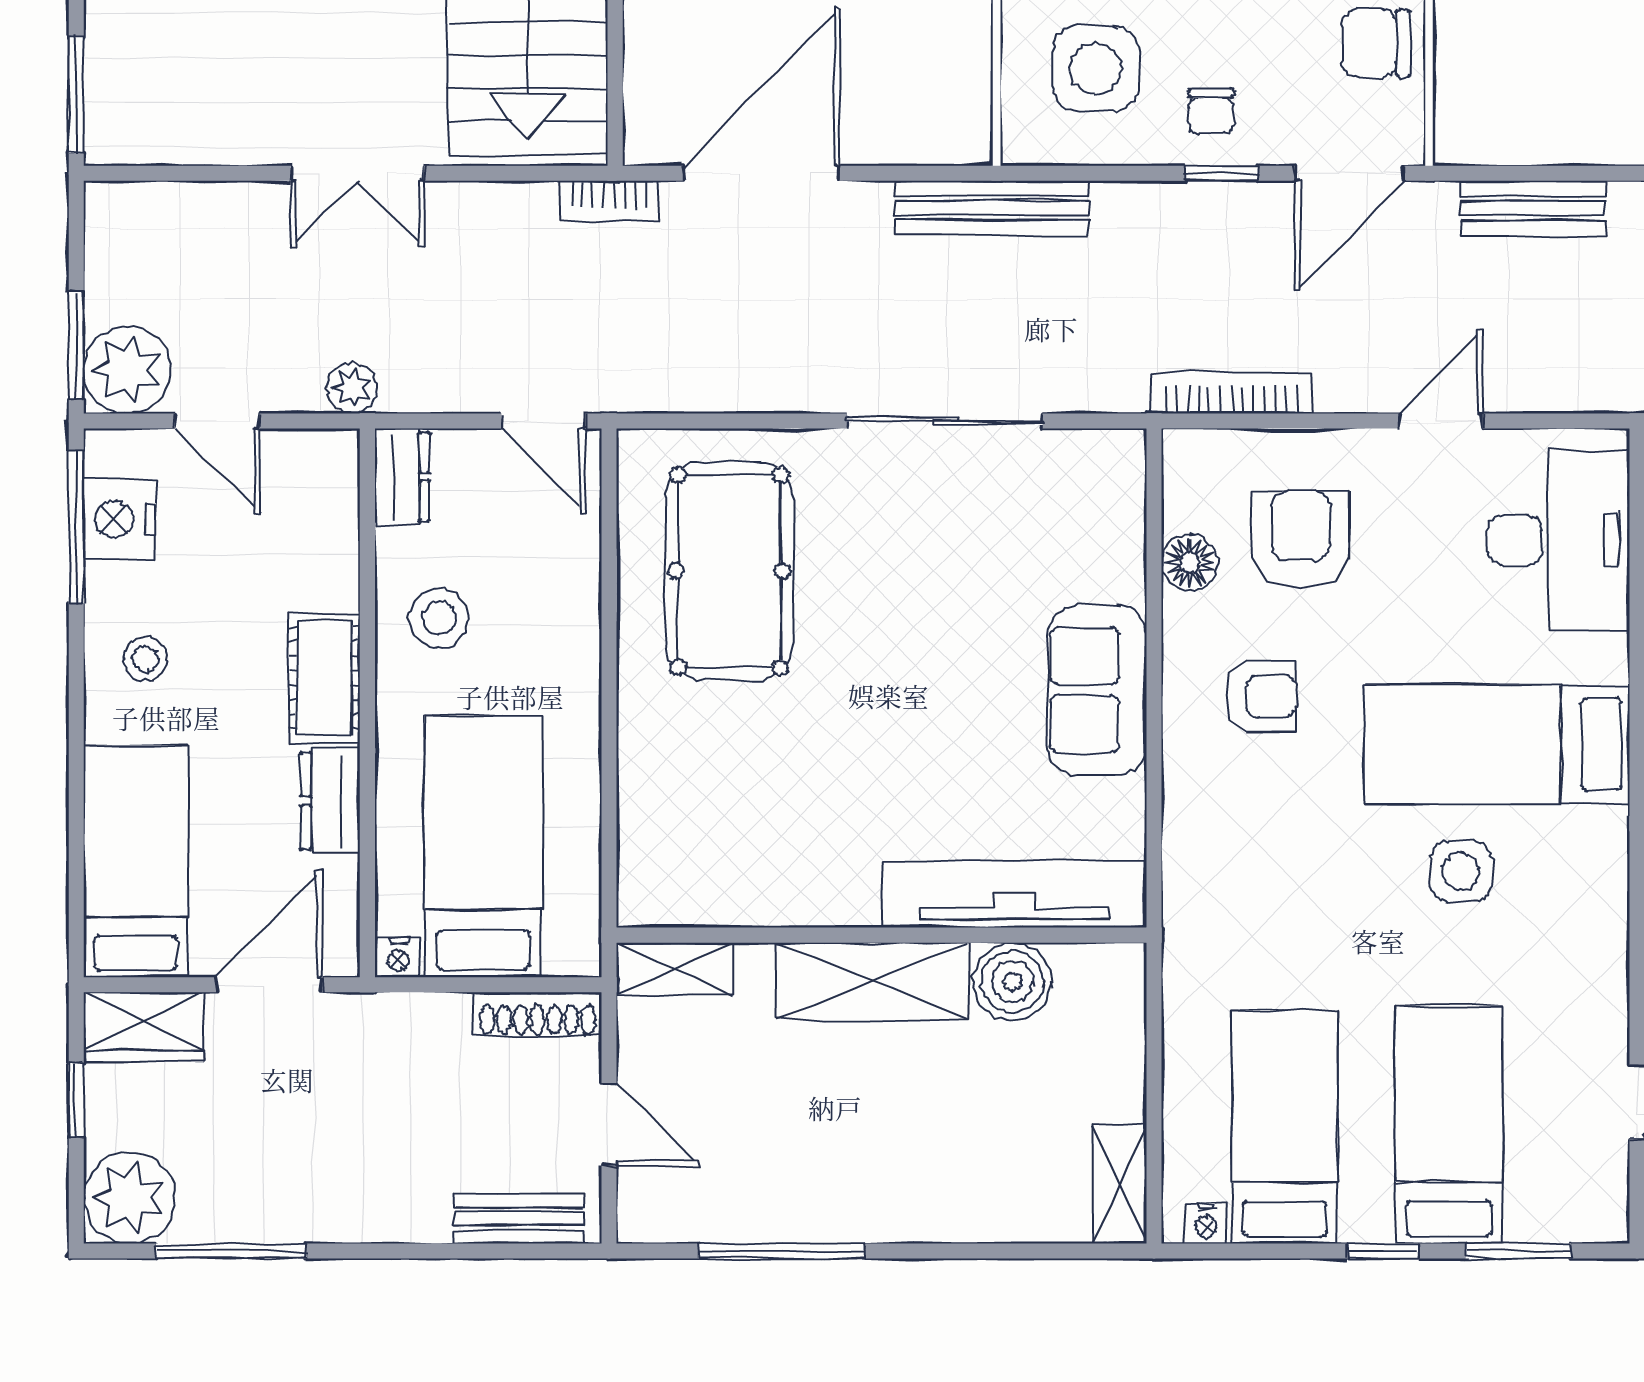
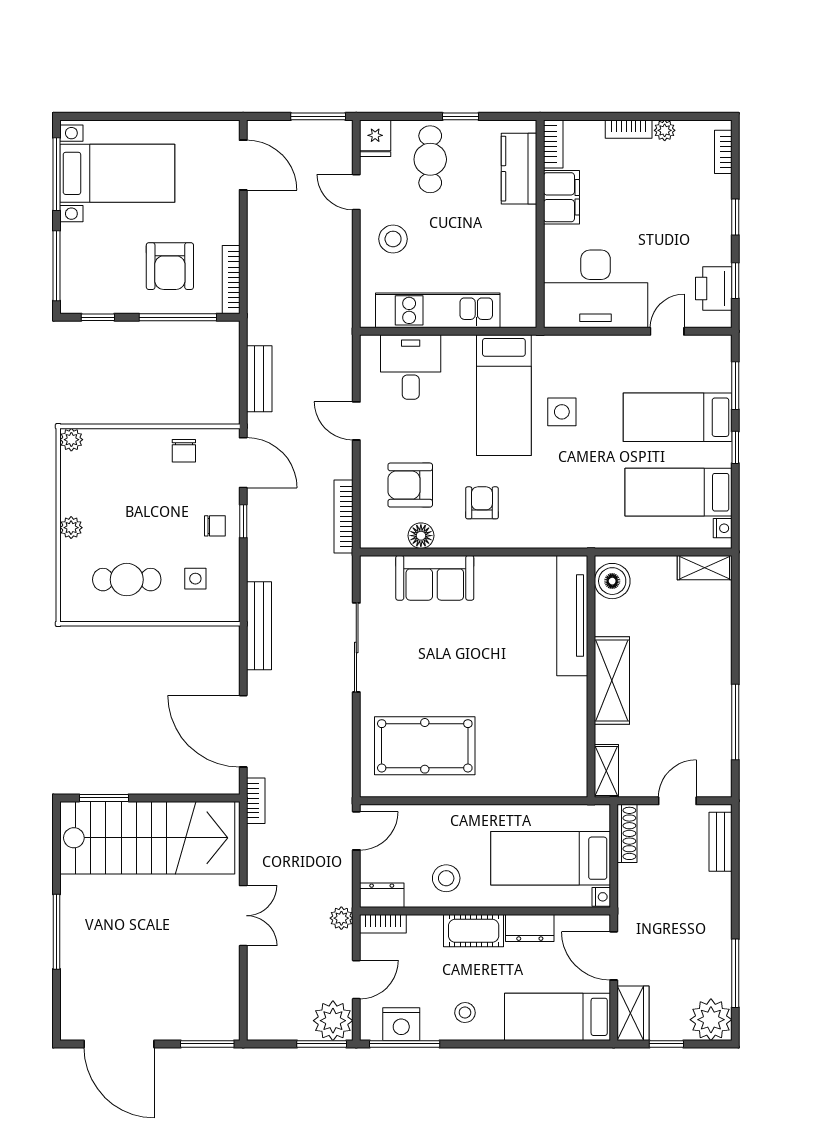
chair: (1376, 43) -> (184, 451), width x0.73, depth x0.73
side table: (1096, 69) -> (195, 579), width x0.54, depth x0.54
bookcase: (340, 479) -> (383, 924), added
desk: (1559, 540) -> (411, 367), width x0.73
sofa: (1097, 690) -> (435, 578), moved
boiler: (1012, 982) -> (612, 581), moved

